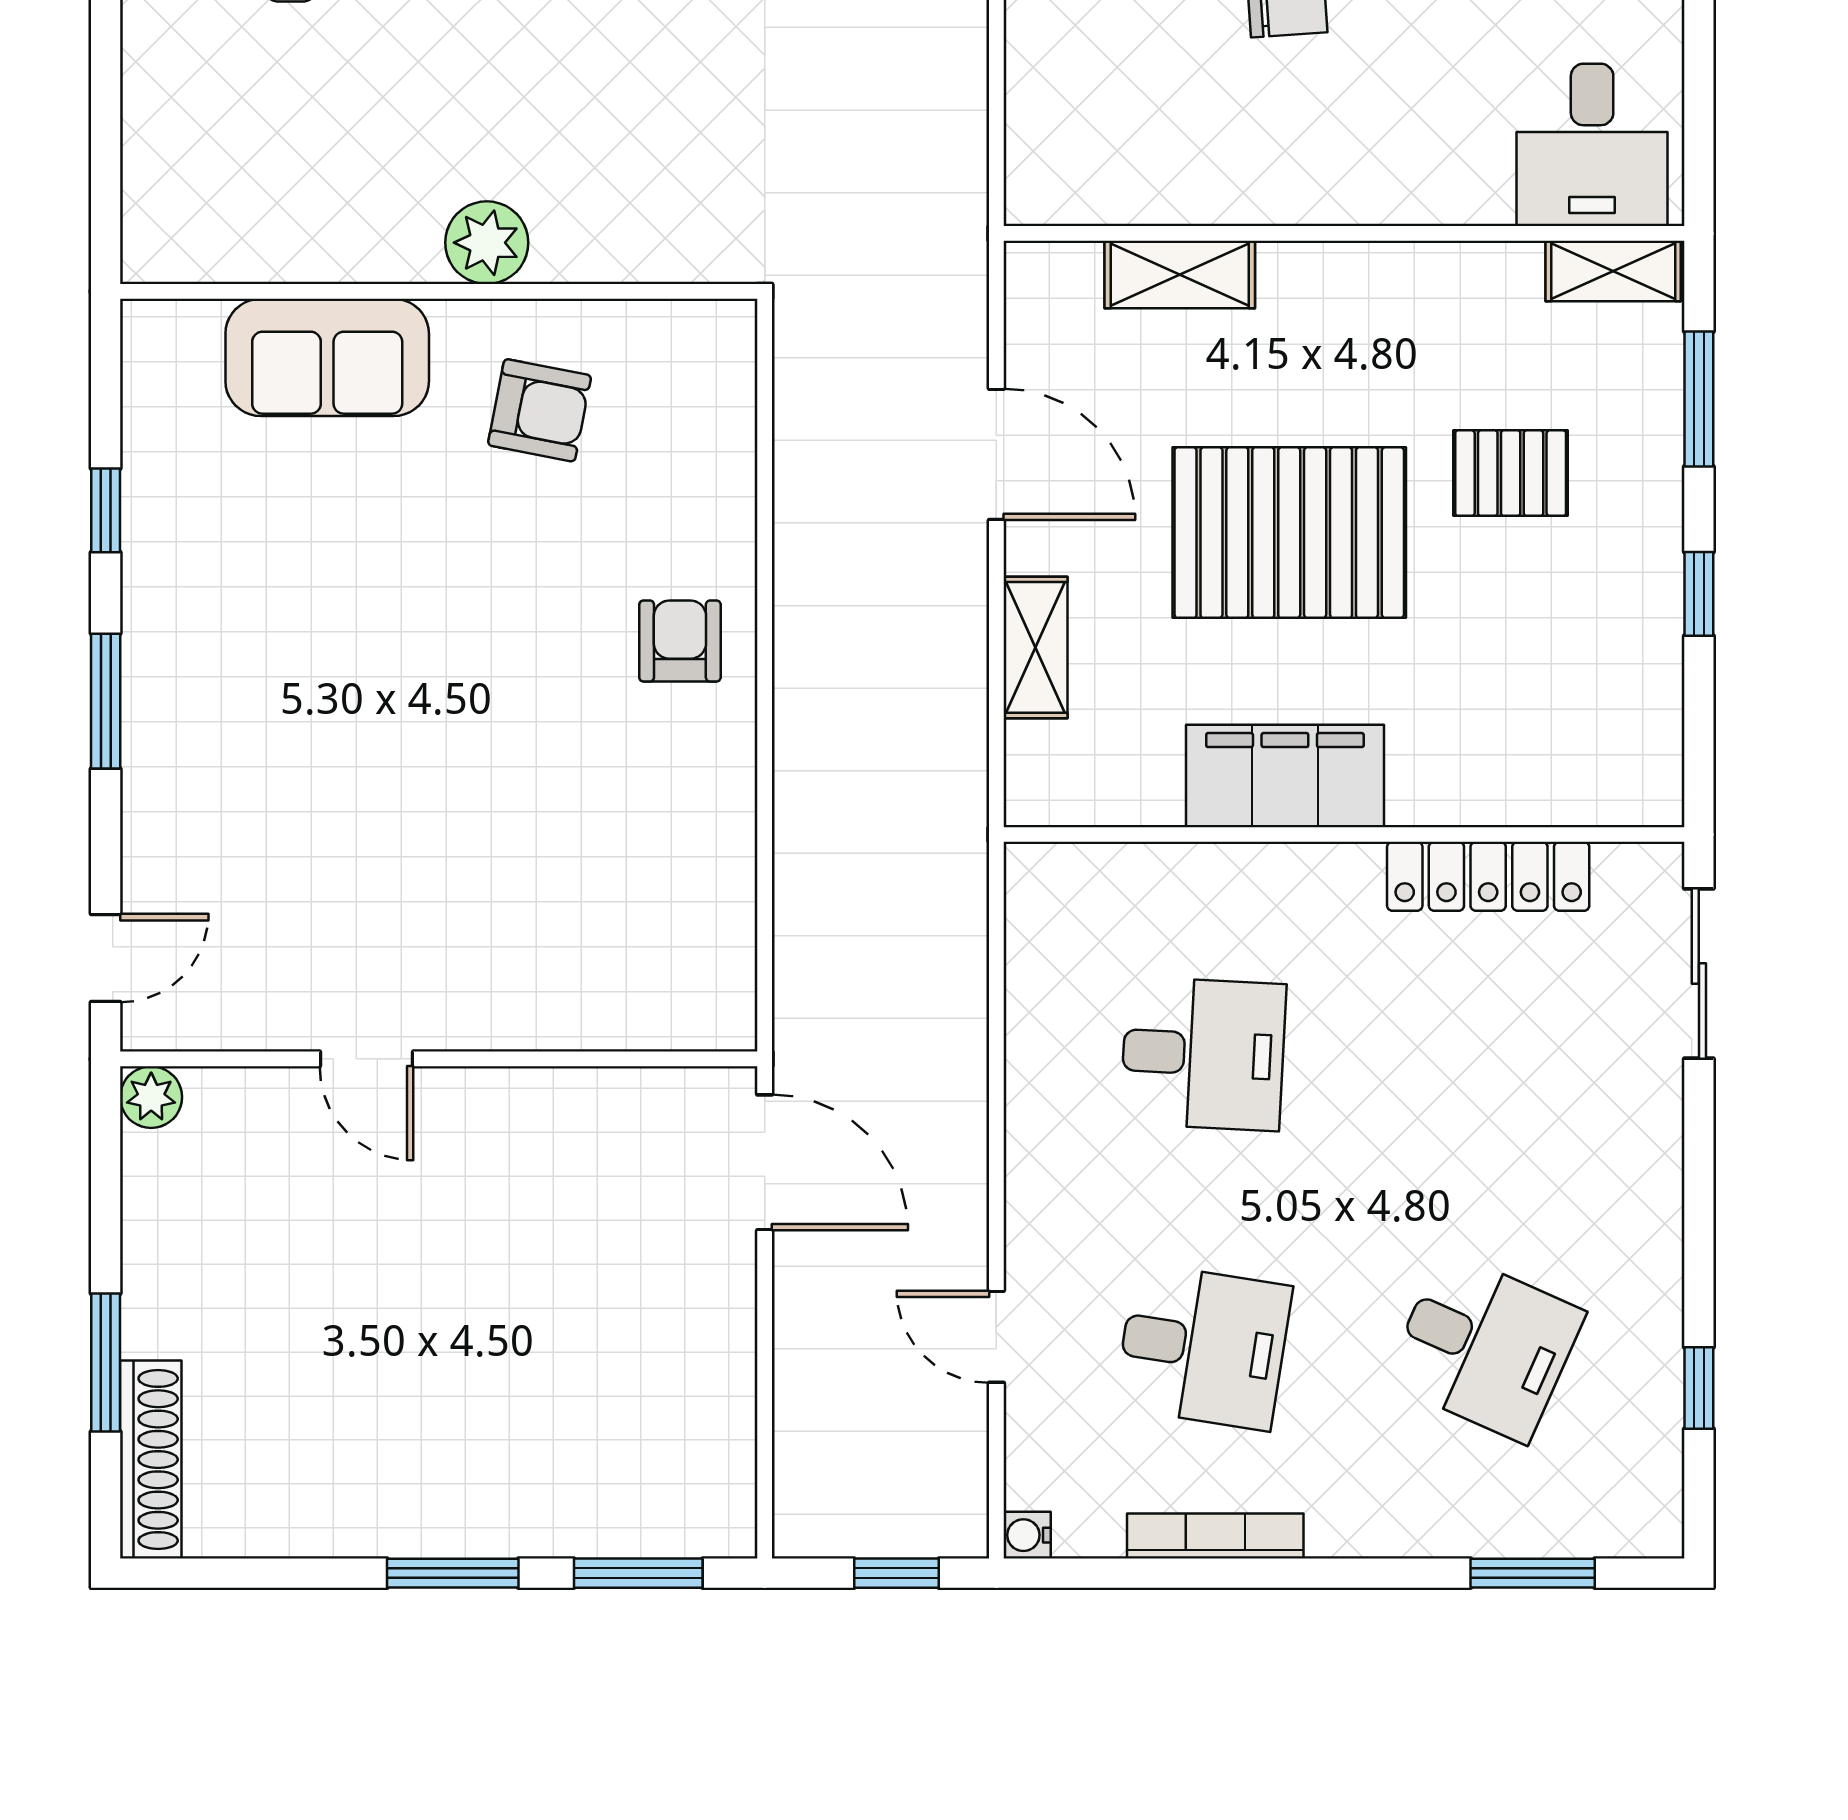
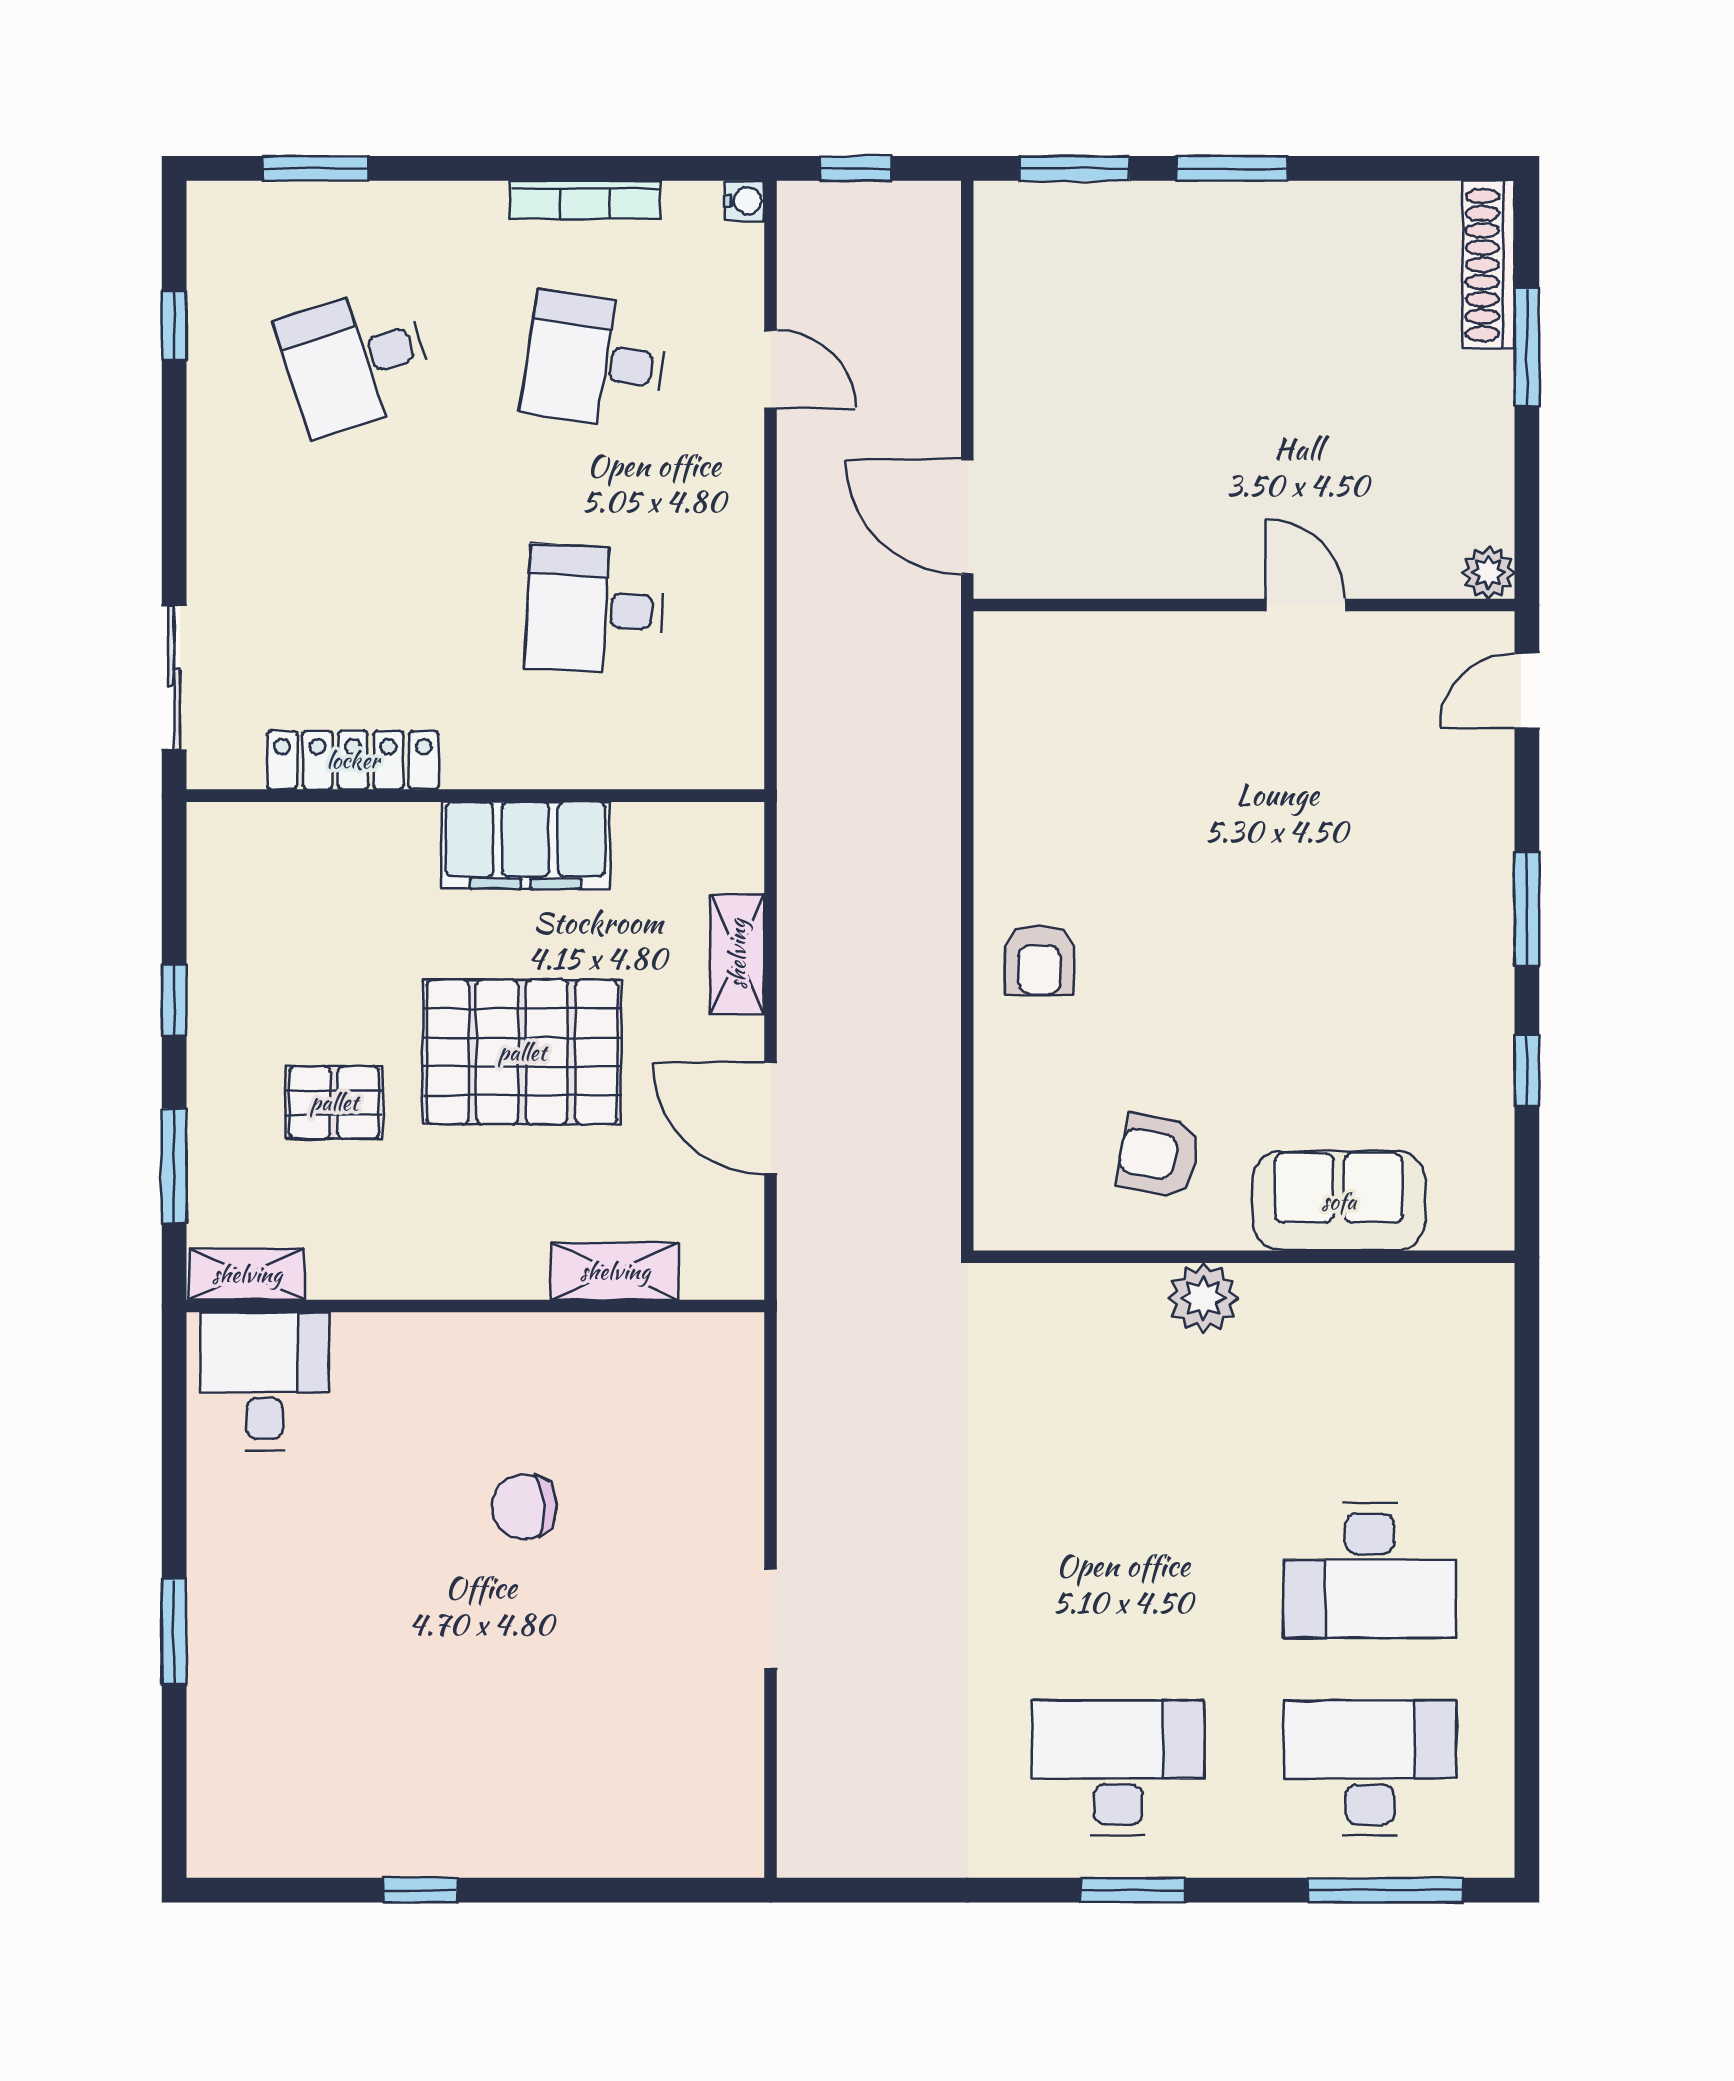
desk: (1485, 1347) -> (356, 361), turned -42

